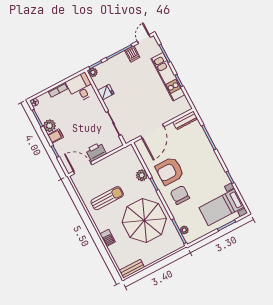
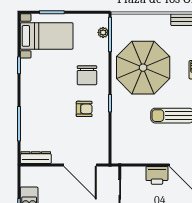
door: (152, 131) -> (80, 165), swing flipped
armchair: (170, 171) -> (84, 109), width x0.53, depth x0.53
plant: (142, 175) -> (119, 121), removed

